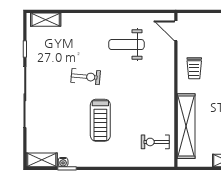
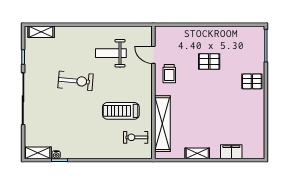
door: (176, 31) -> (153, 55), moved
exercise bike: (86, 77) -> (76, 81), width x1.38, depth x1.39
treadmill: (100, 120) -> (121, 111), moved, turned 90

